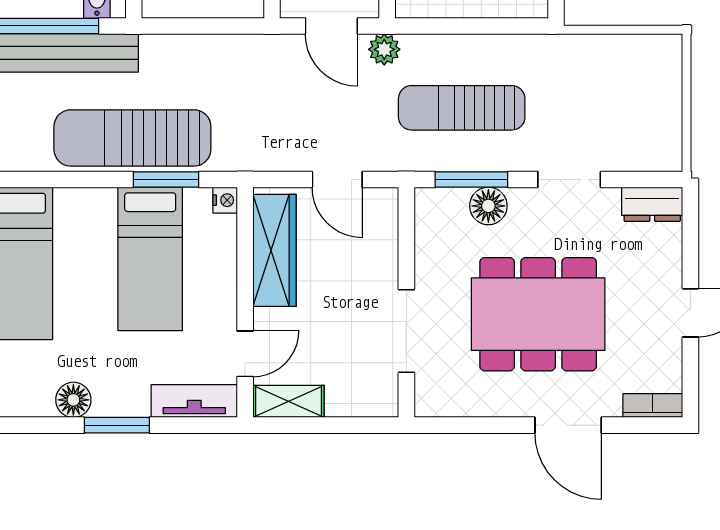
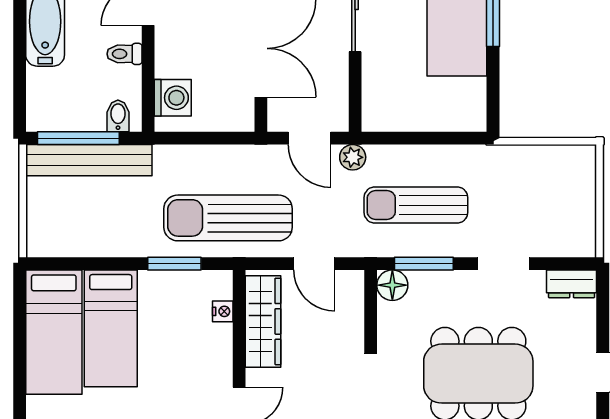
sun lounger: (132, 138) -> (228, 218), moved
nightstand: (225, 200) -> (223, 311), moved
floor lamp: (488, 206) -> (392, 285), moved
bed: (150, 259) -> (111, 328), moved

